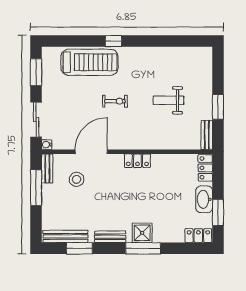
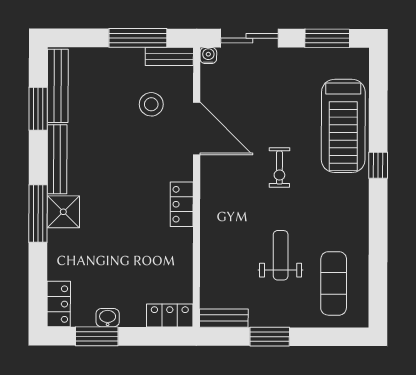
exercise mat: (186, 68) -> (334, 283), added
washbasin: (204, 199) -> (108, 318), width x0.52, depth x0.69
bench: (110, 237) -> (57, 159), width x1.36

